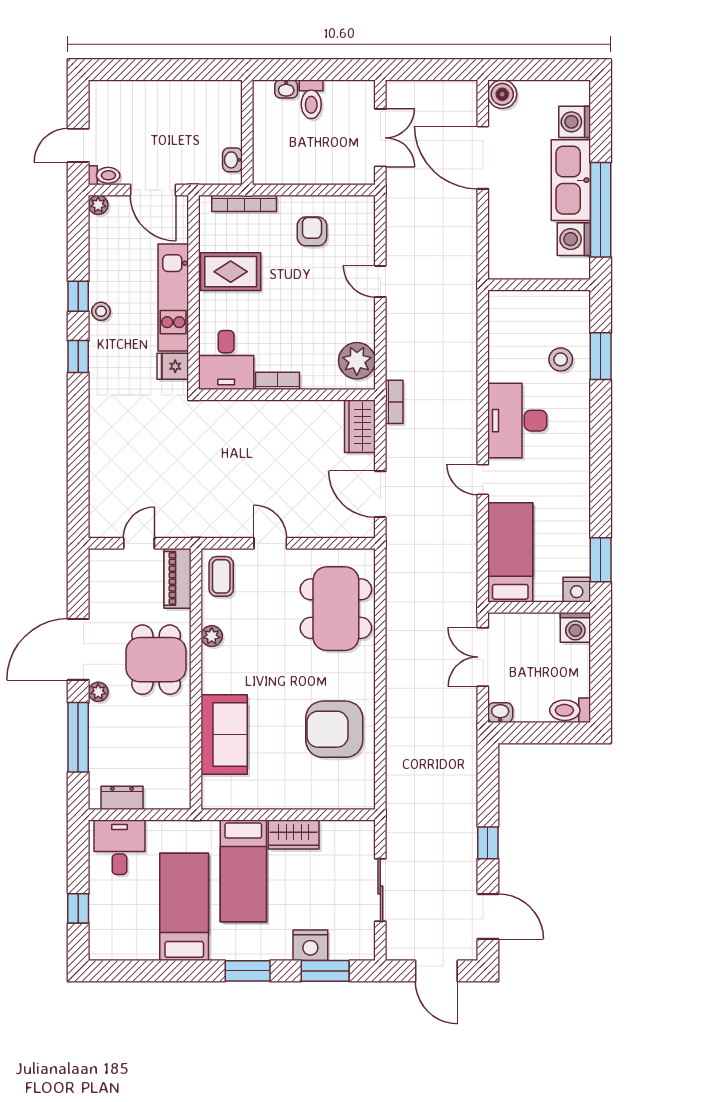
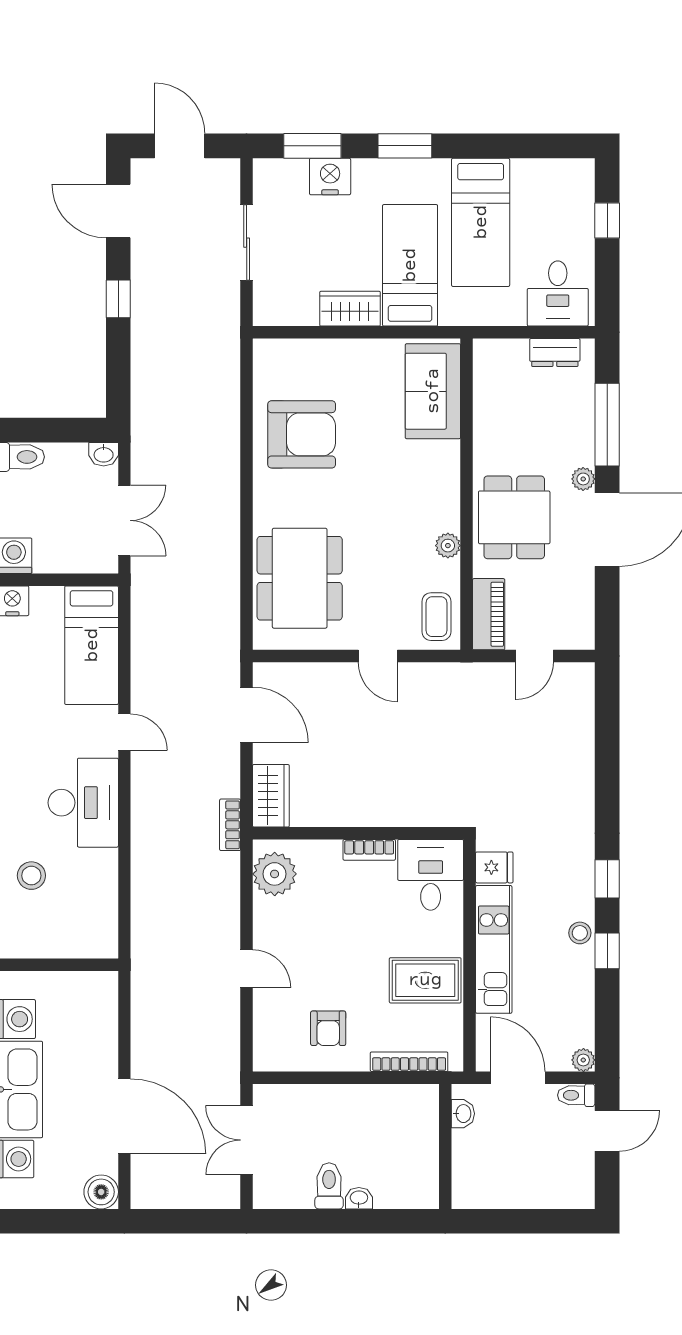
wall: (247, 132) -> (445, 1146), moved
washbasin: (232, 160) -> (463, 1114), moved
sofa: (224, 734) -> (433, 391), moved

